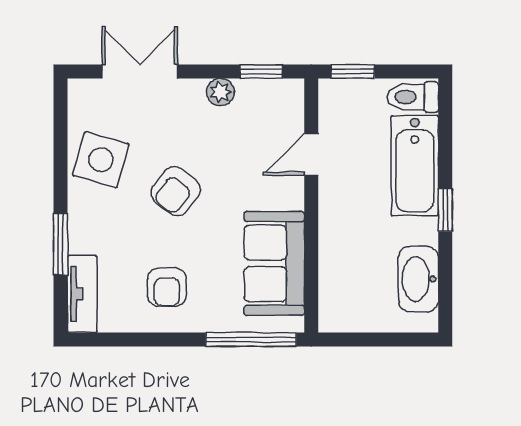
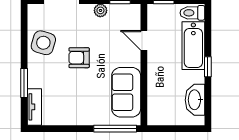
door: (311, 154) -> (144, 40), hinge flipped
armchair: (176, 191) -> (79, 58), turned 52
armchair: (167, 287) -> (75, 104), removed

